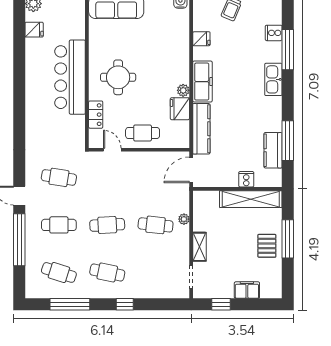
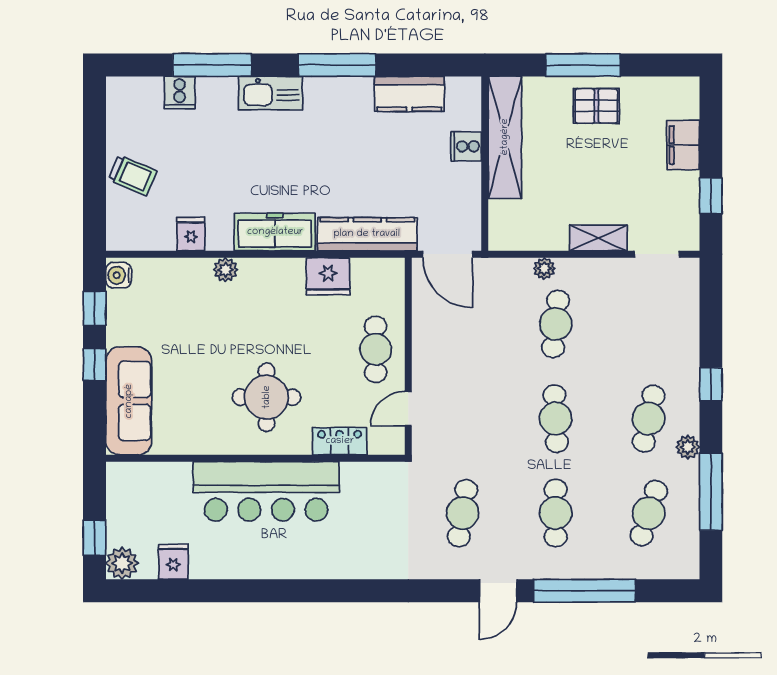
plant: (183, 90) -> (226, 270), moved
window: (288, 141) -> (337, 65), moved
plant: (93, 292) -> (688, 447), added

